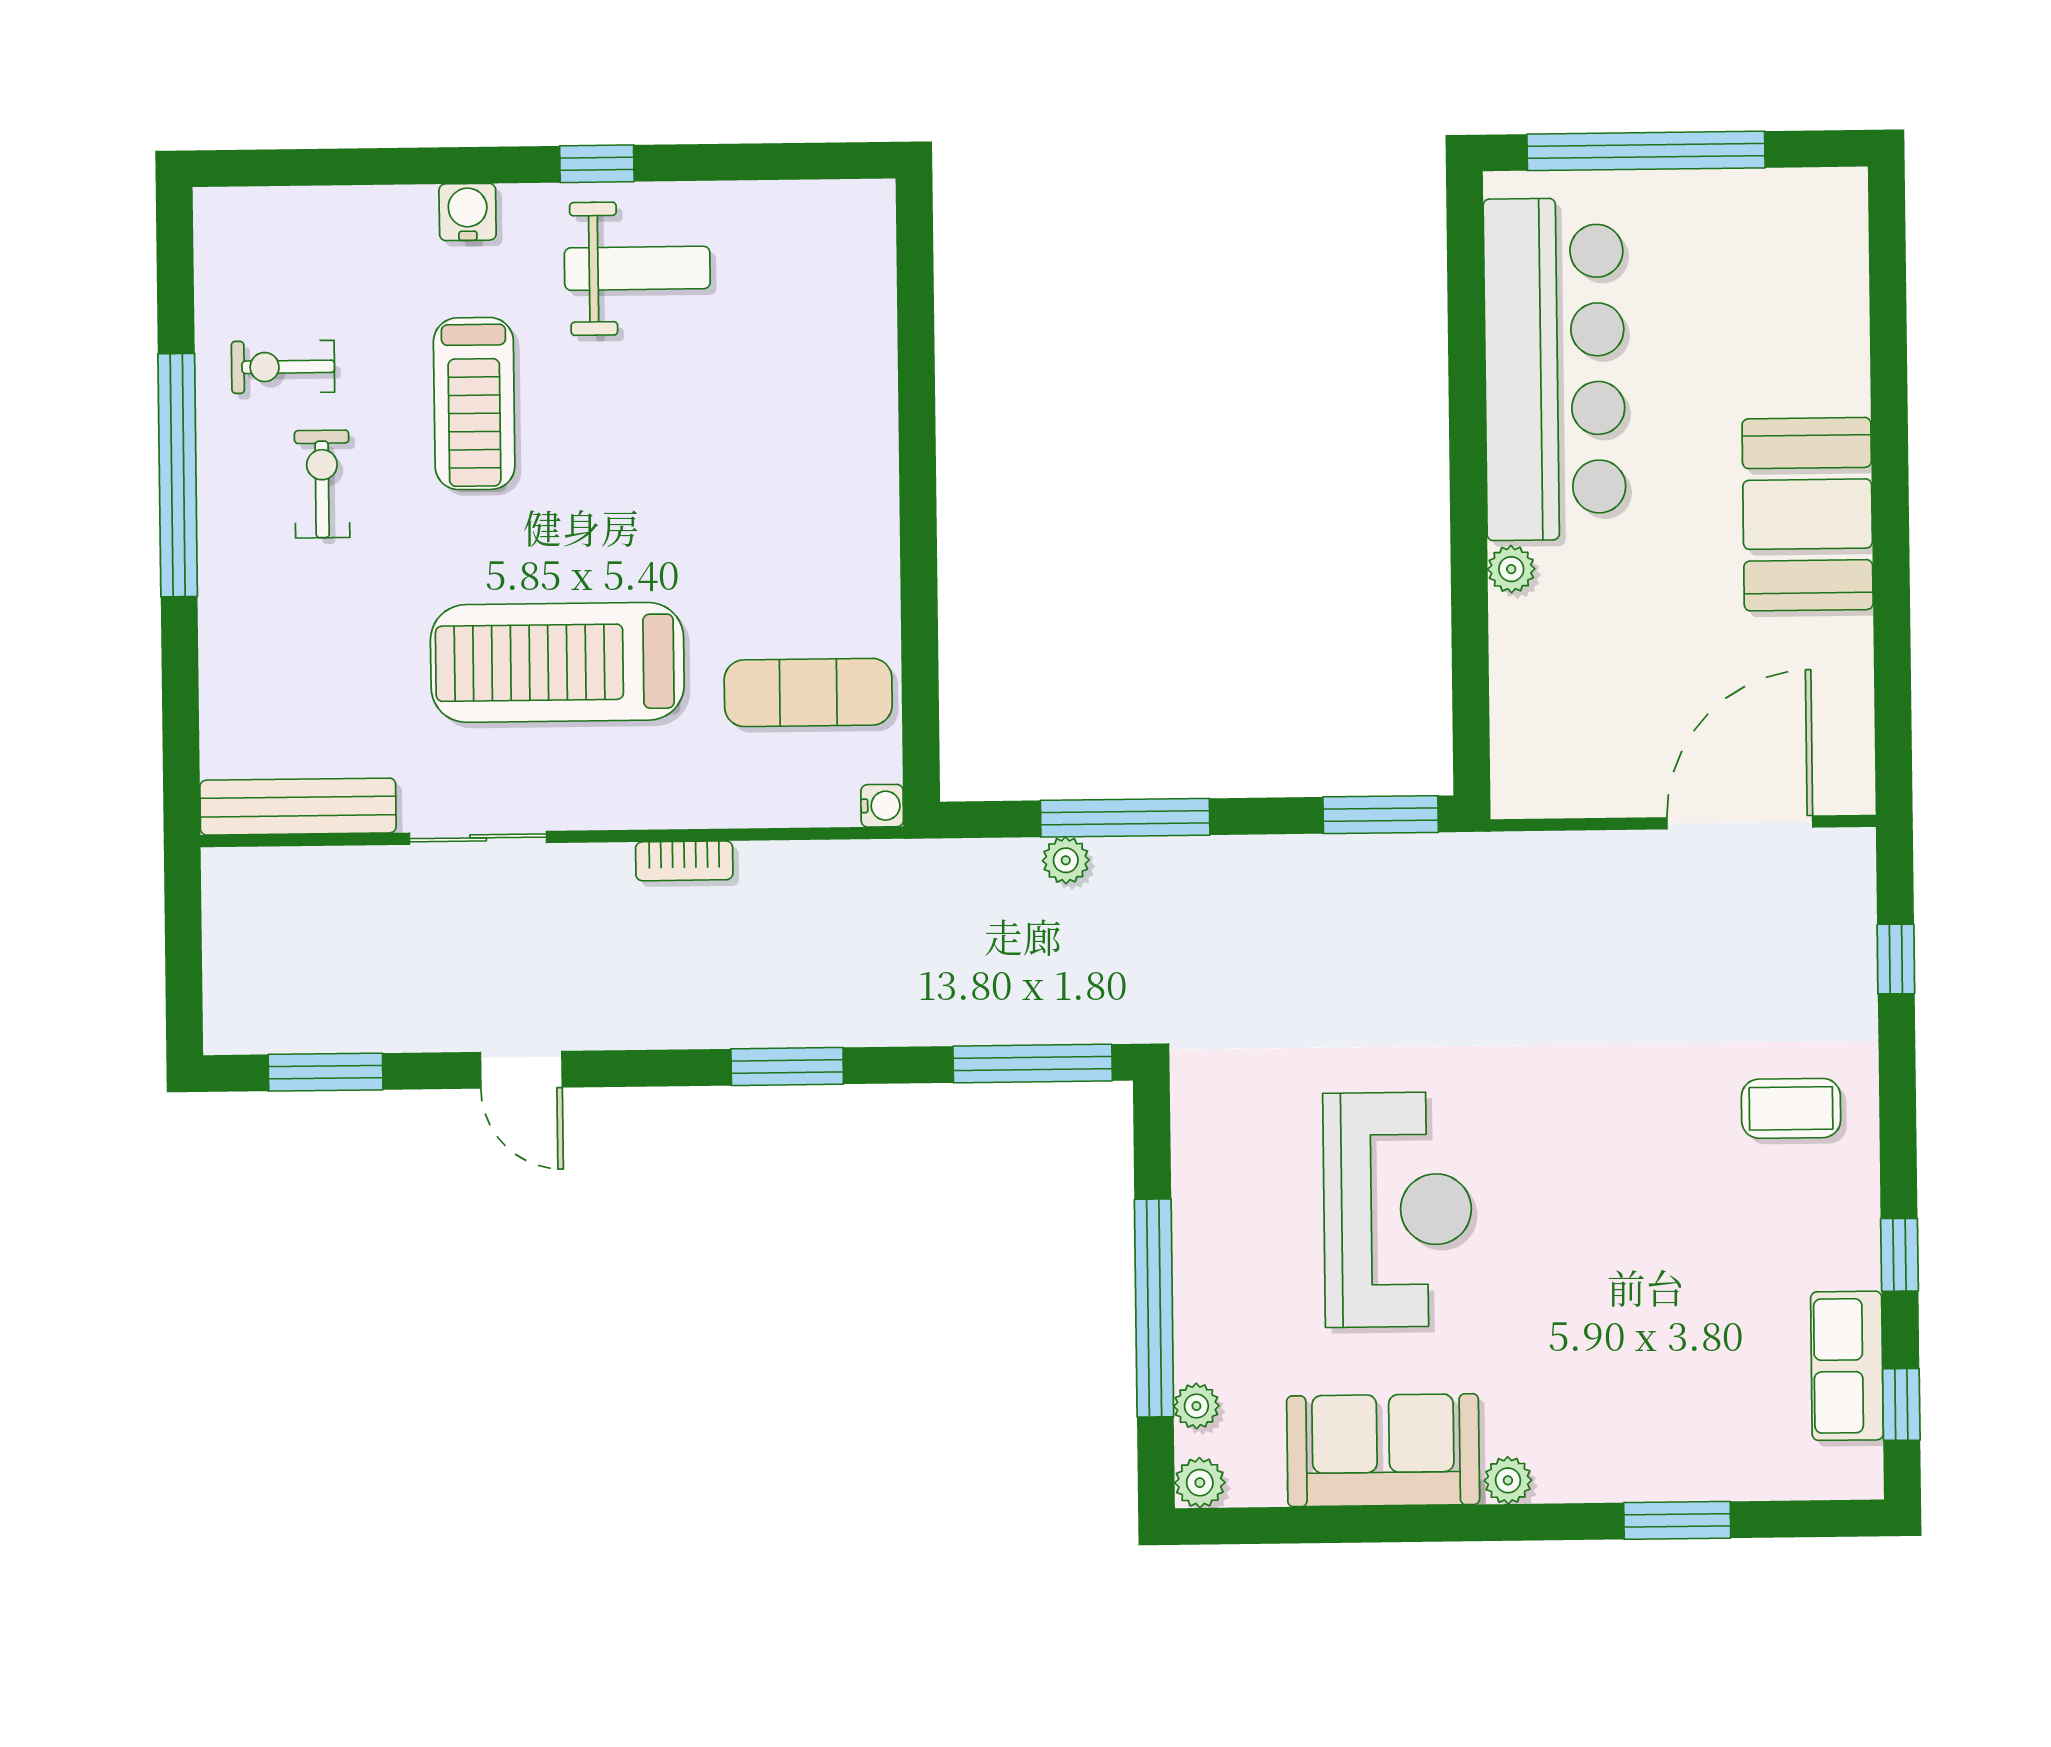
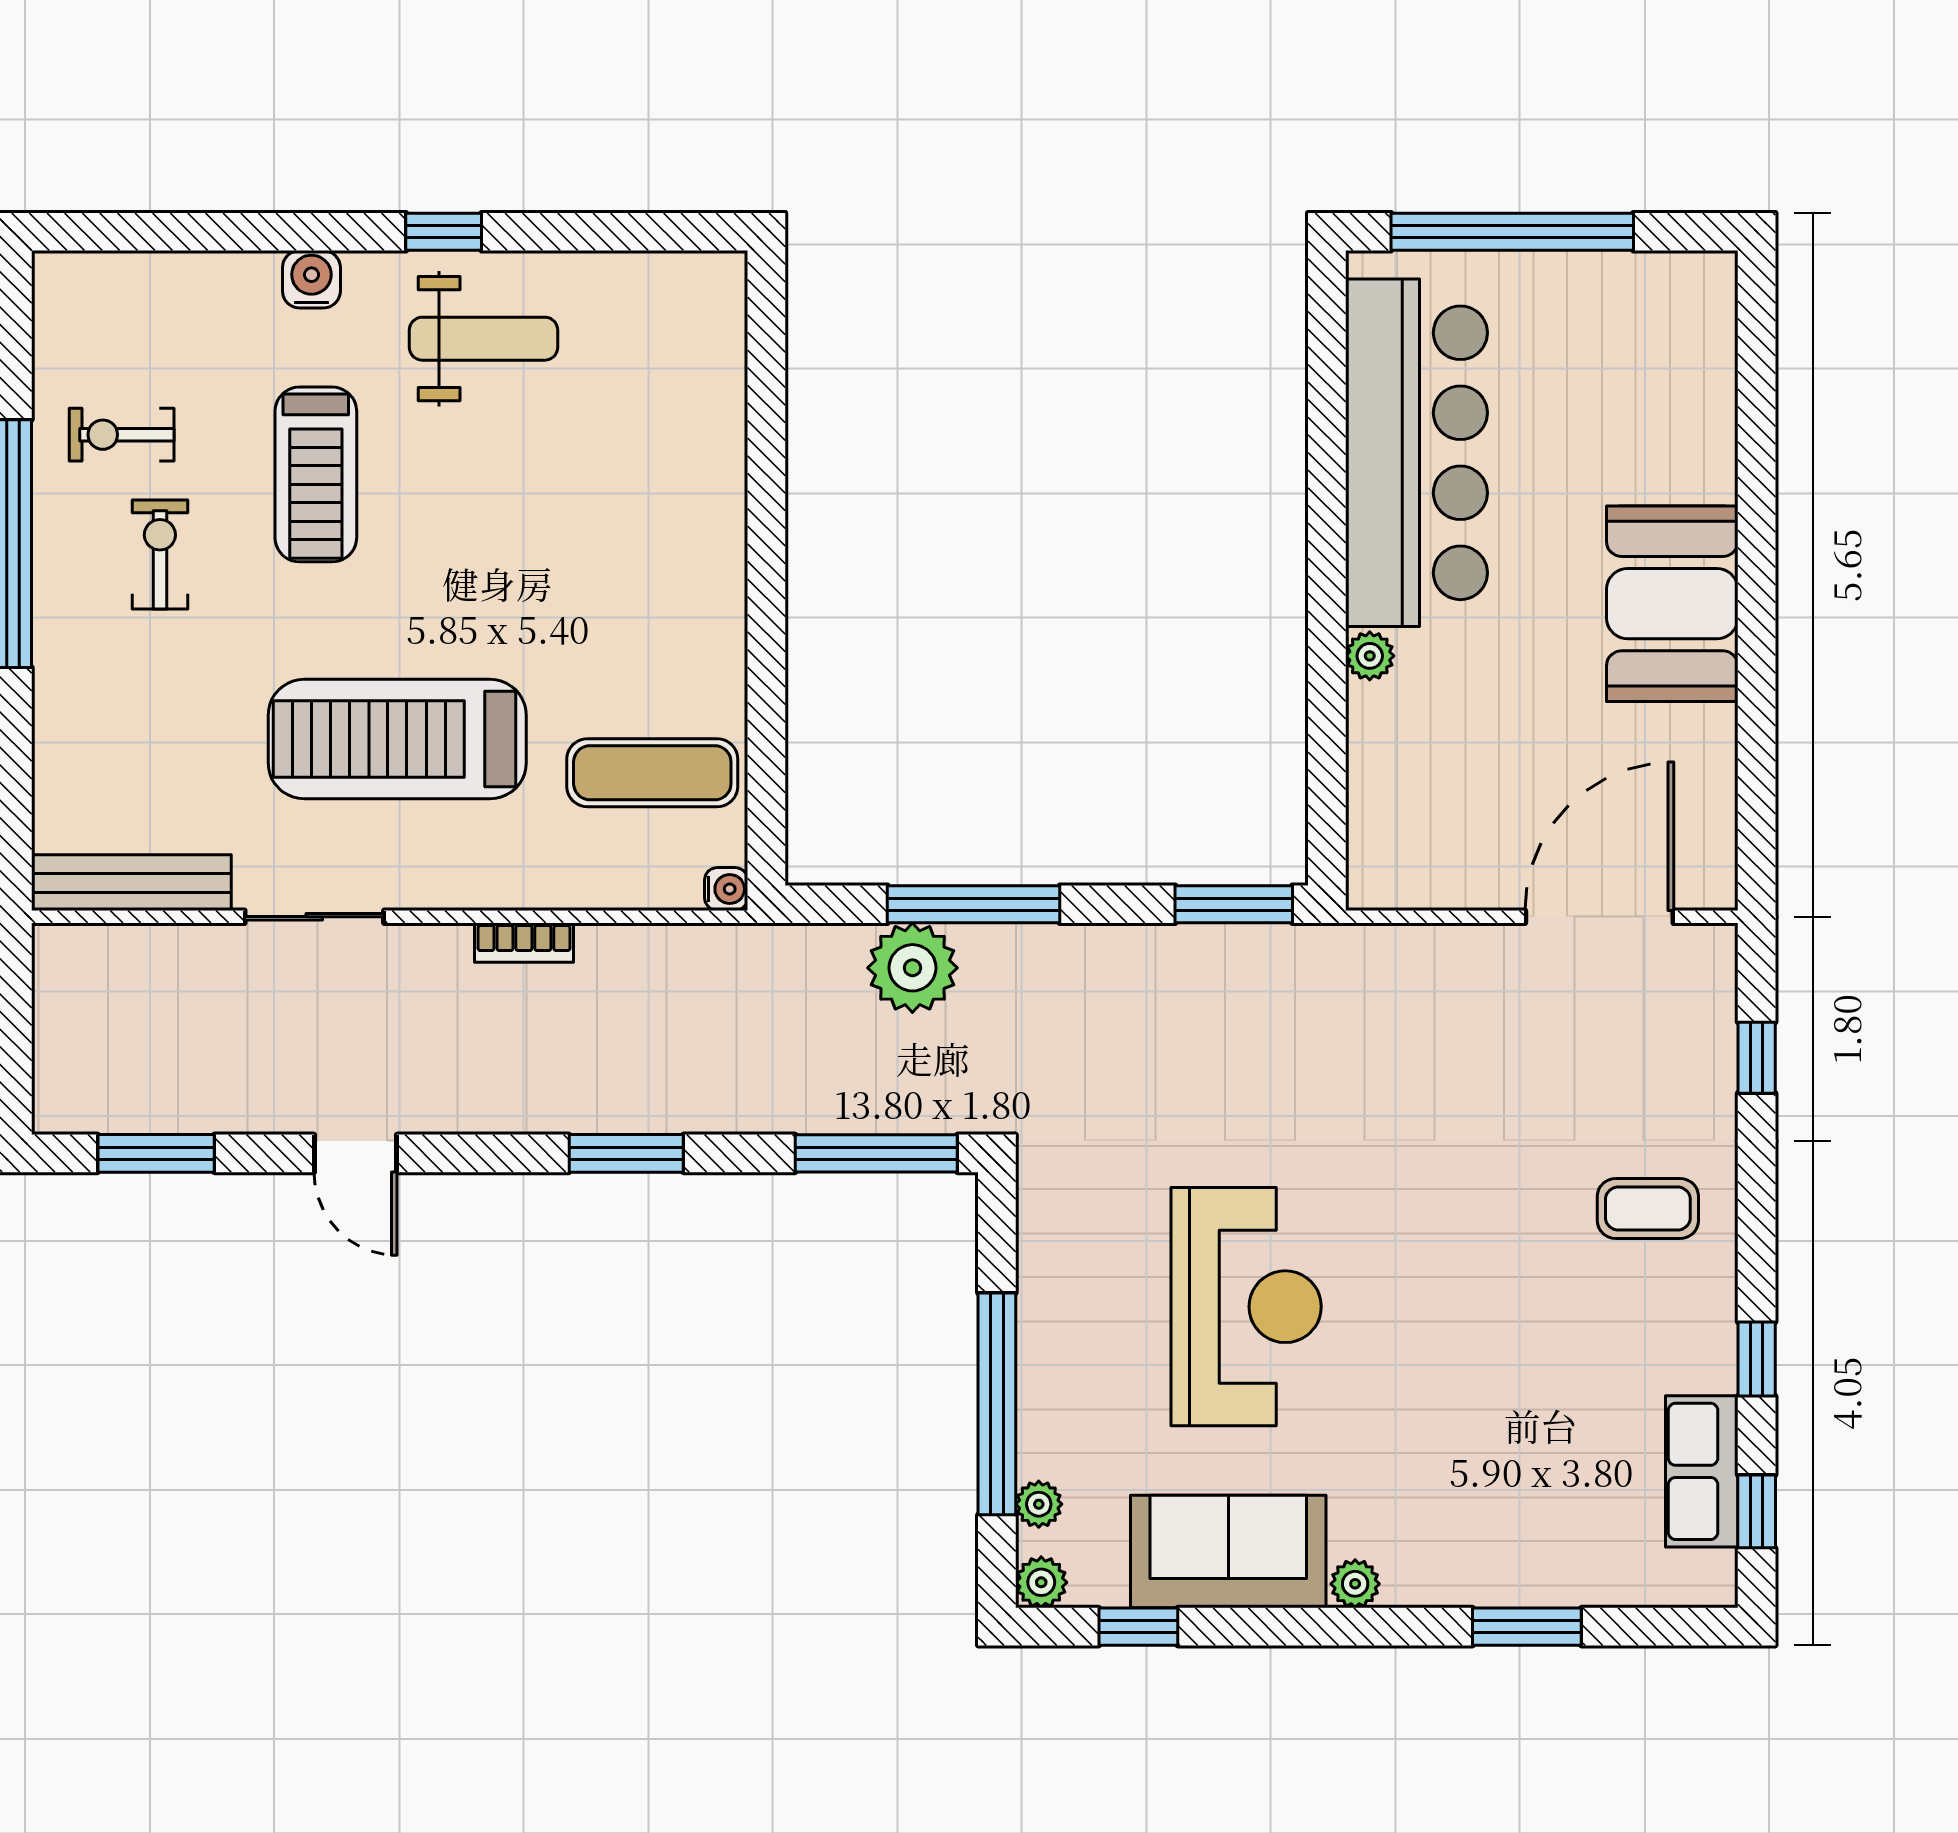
plant: (1066, 860) -> (912, 968), width x1.88, depth x1.88
window: (1296, 1525) -> (1138, 1627), added

